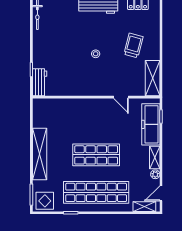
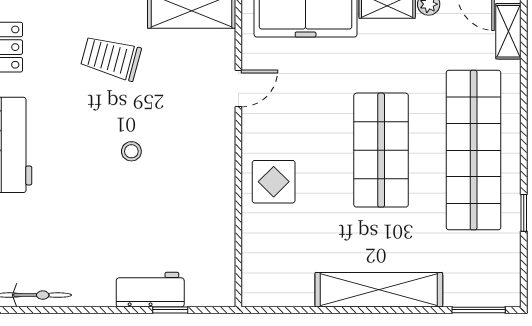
workbench: (40, 82) -> (150, 290), moved
display table: (45, 201) -> (274, 182), moved

